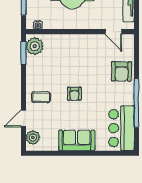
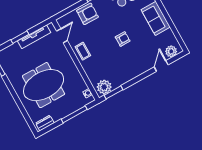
coffee table: (41, 97) -> (83, 51), moved
door: (23, 118) -> (161, 66), swing flipped

